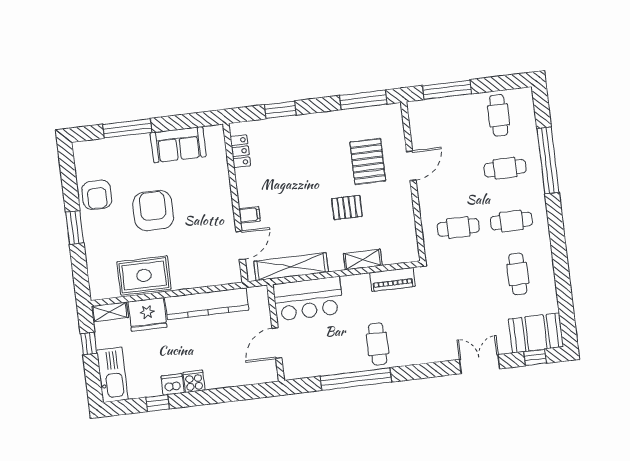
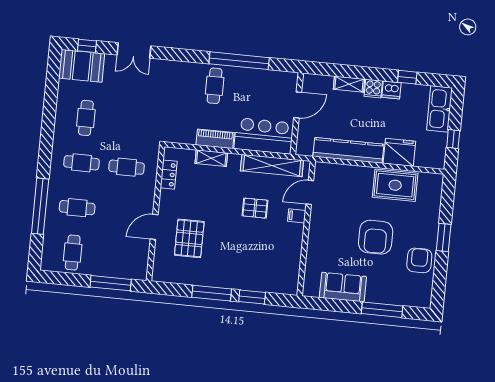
window: (363, 100) -> (212, 293), moved
locker: (240, 151) -> (169, 175), moved, turned 180
pallet: (347, 207) -> (255, 208), moved
piano: (392, 279) -> (215, 139), moved
shelving: (110, 312) -> (349, 84), moved

